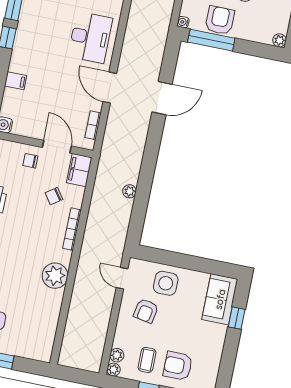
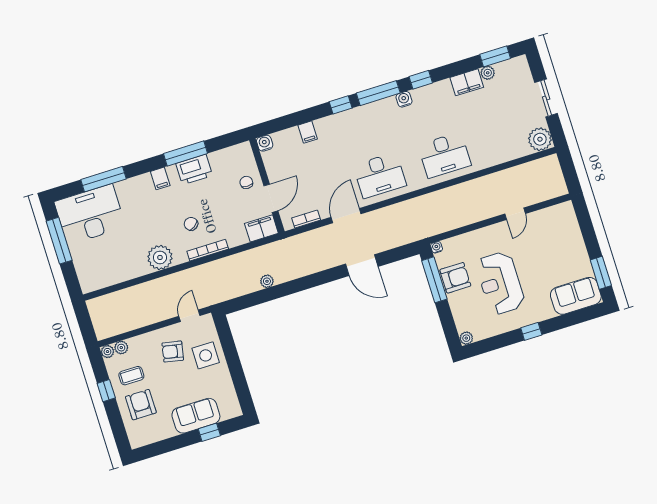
chair: (54, 196) -> (191, 224), moved
sofa: (220, 299) -> (196, 416), moved

